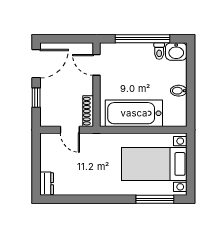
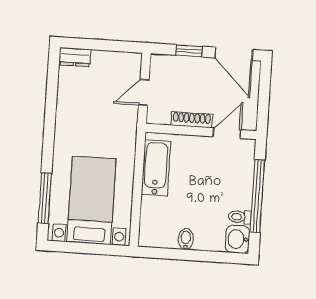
shoe rack: (88, 111) -> (192, 120), moved
bathtub: (134, 113) -> (156, 168), width x0.73, depth x0.73

